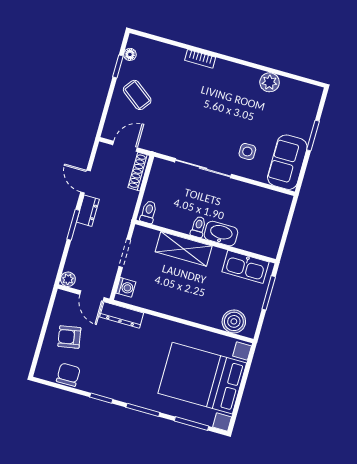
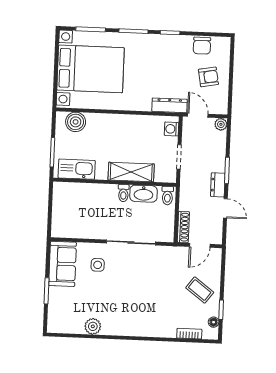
bookcase: (200, 59) -> (189, 334), moved
washbasin: (221, 234) -> (143, 194), moved

